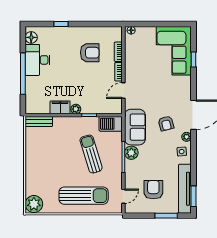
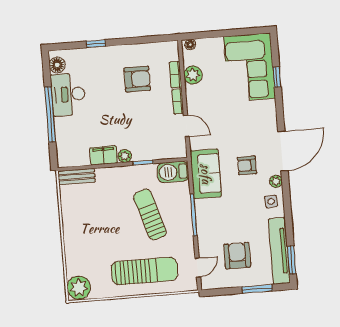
door: (123, 91) -> (186, 126), swing flipped
armchair: (166, 123) -> (247, 165), turned 105
plant: (131, 153) -> (193, 75), moved

